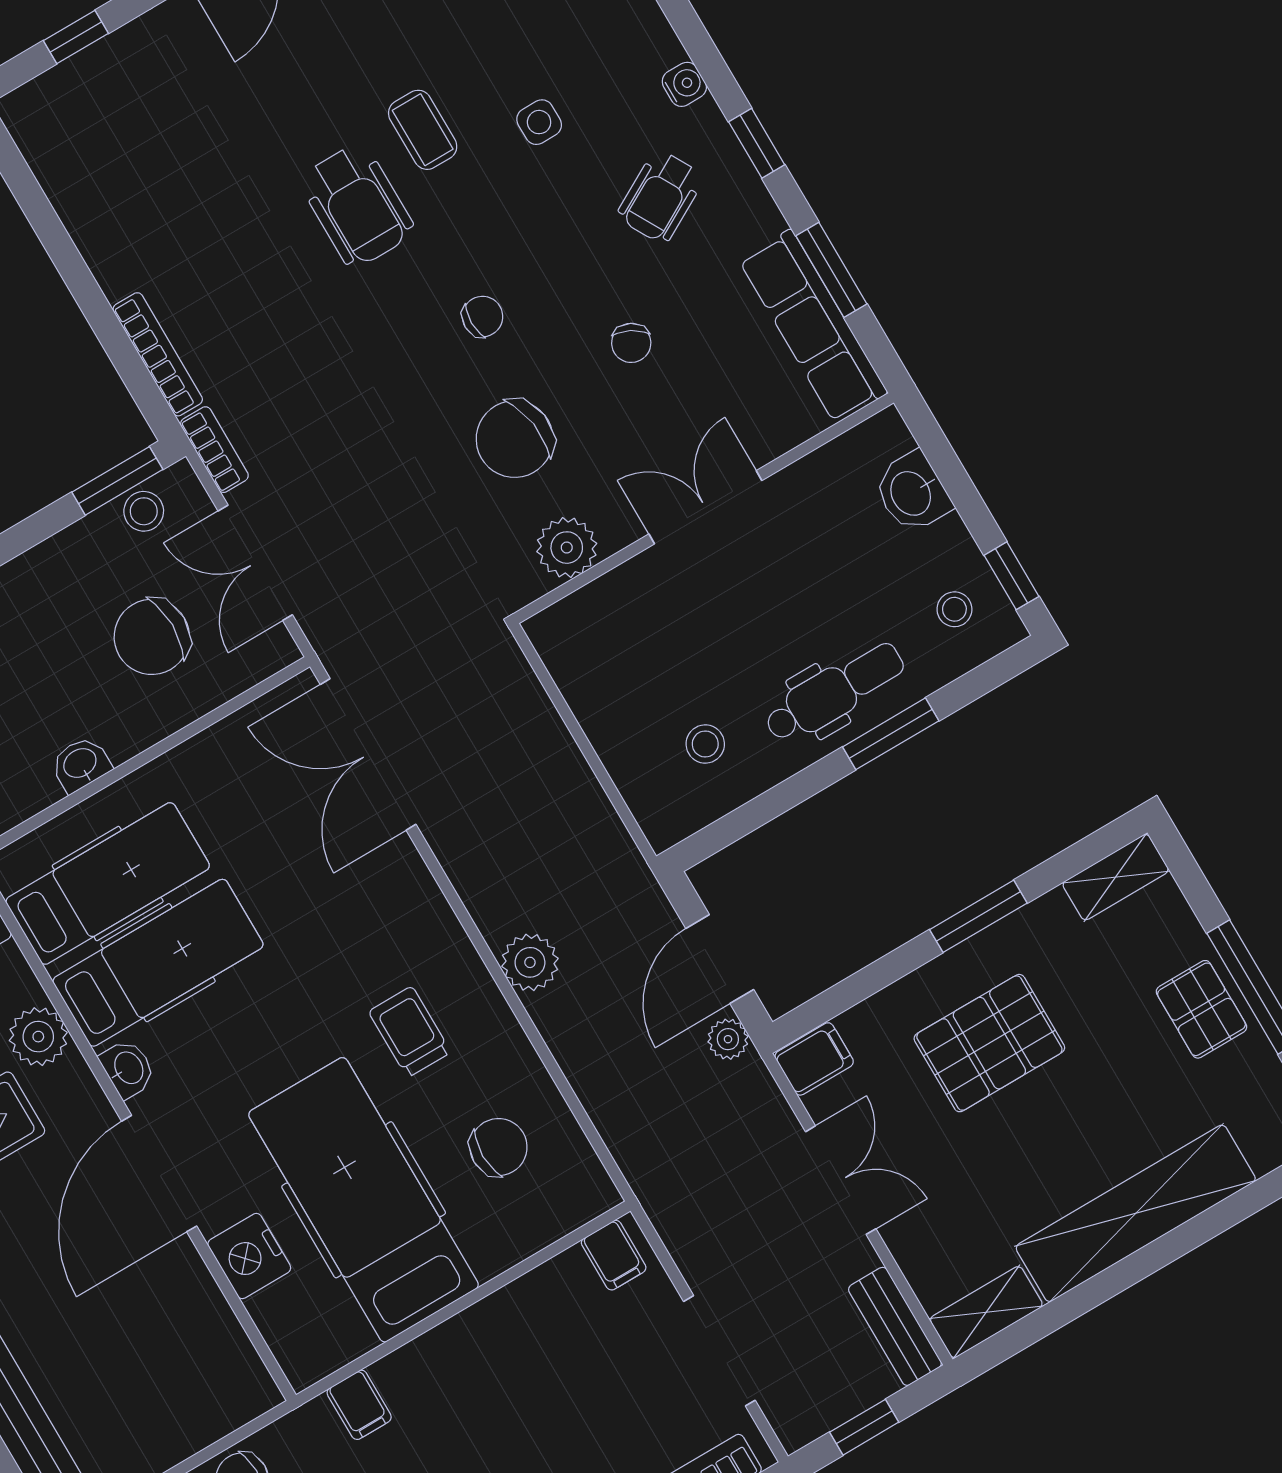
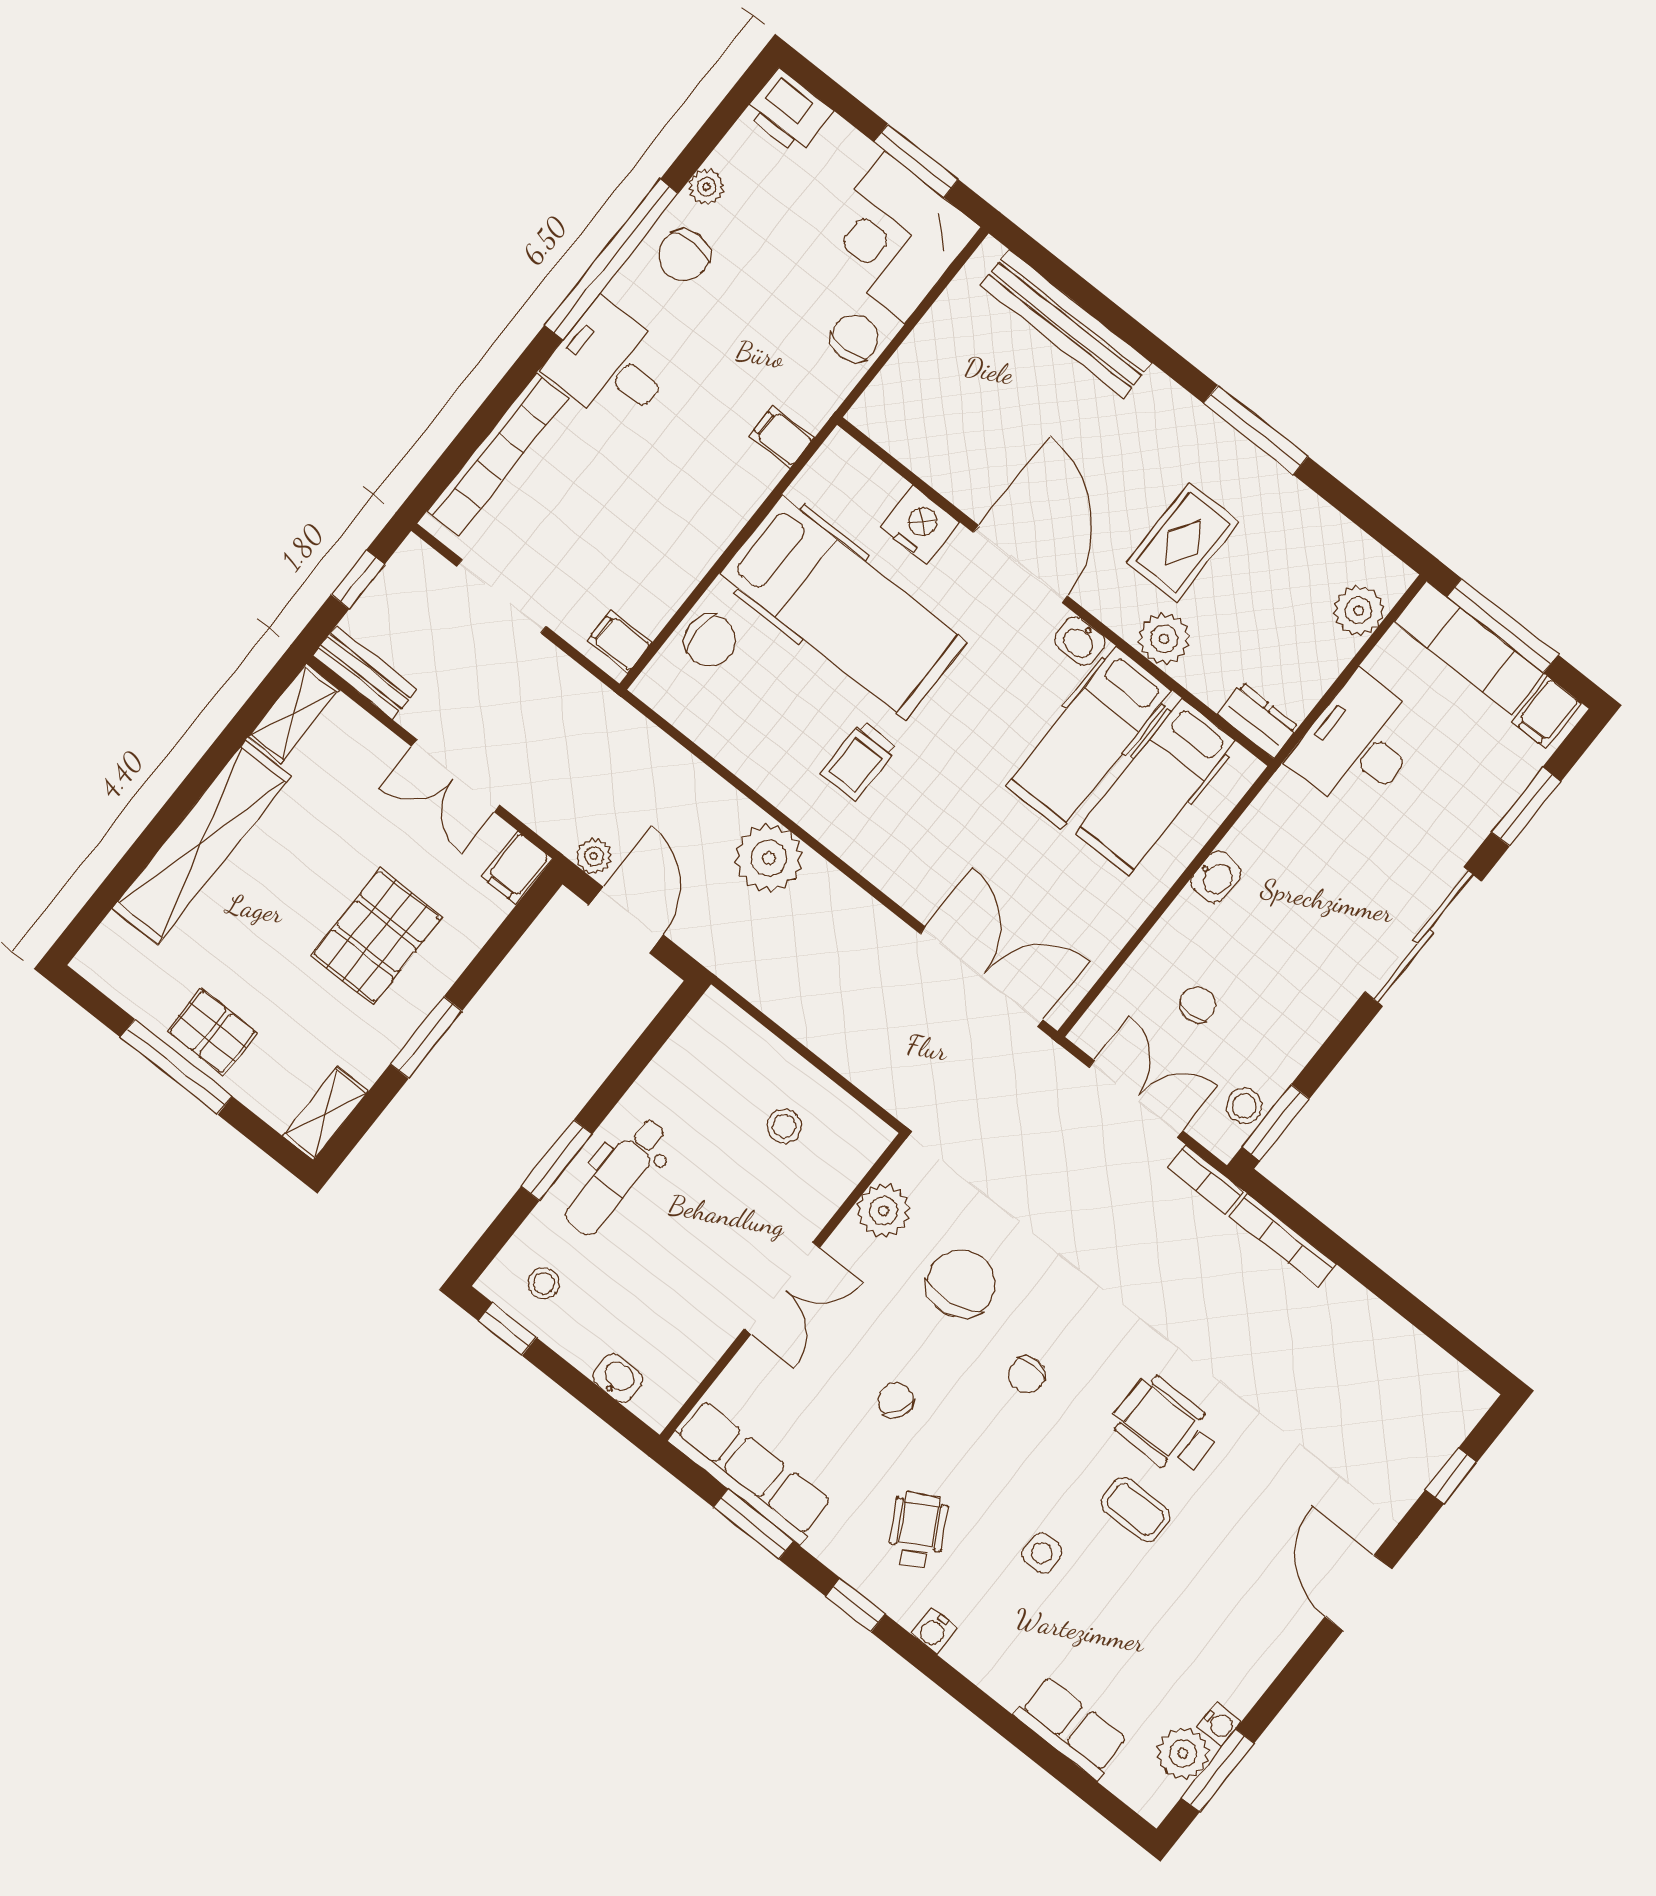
washbasin: (912, 493) -> (618, 1378), width x0.72, depth x0.69
chair: (152, 637) -> (1197, 1005), width x0.54, depth x0.54
stool: (705, 744) -> (784, 1126), moved
plant: (530, 962) -> (769, 858), width x1.36, depth x1.36
trolley: (410, 1032) -> (859, 761), turned 90
chair: (498, 1147) -> (710, 640), moved, turned -90

